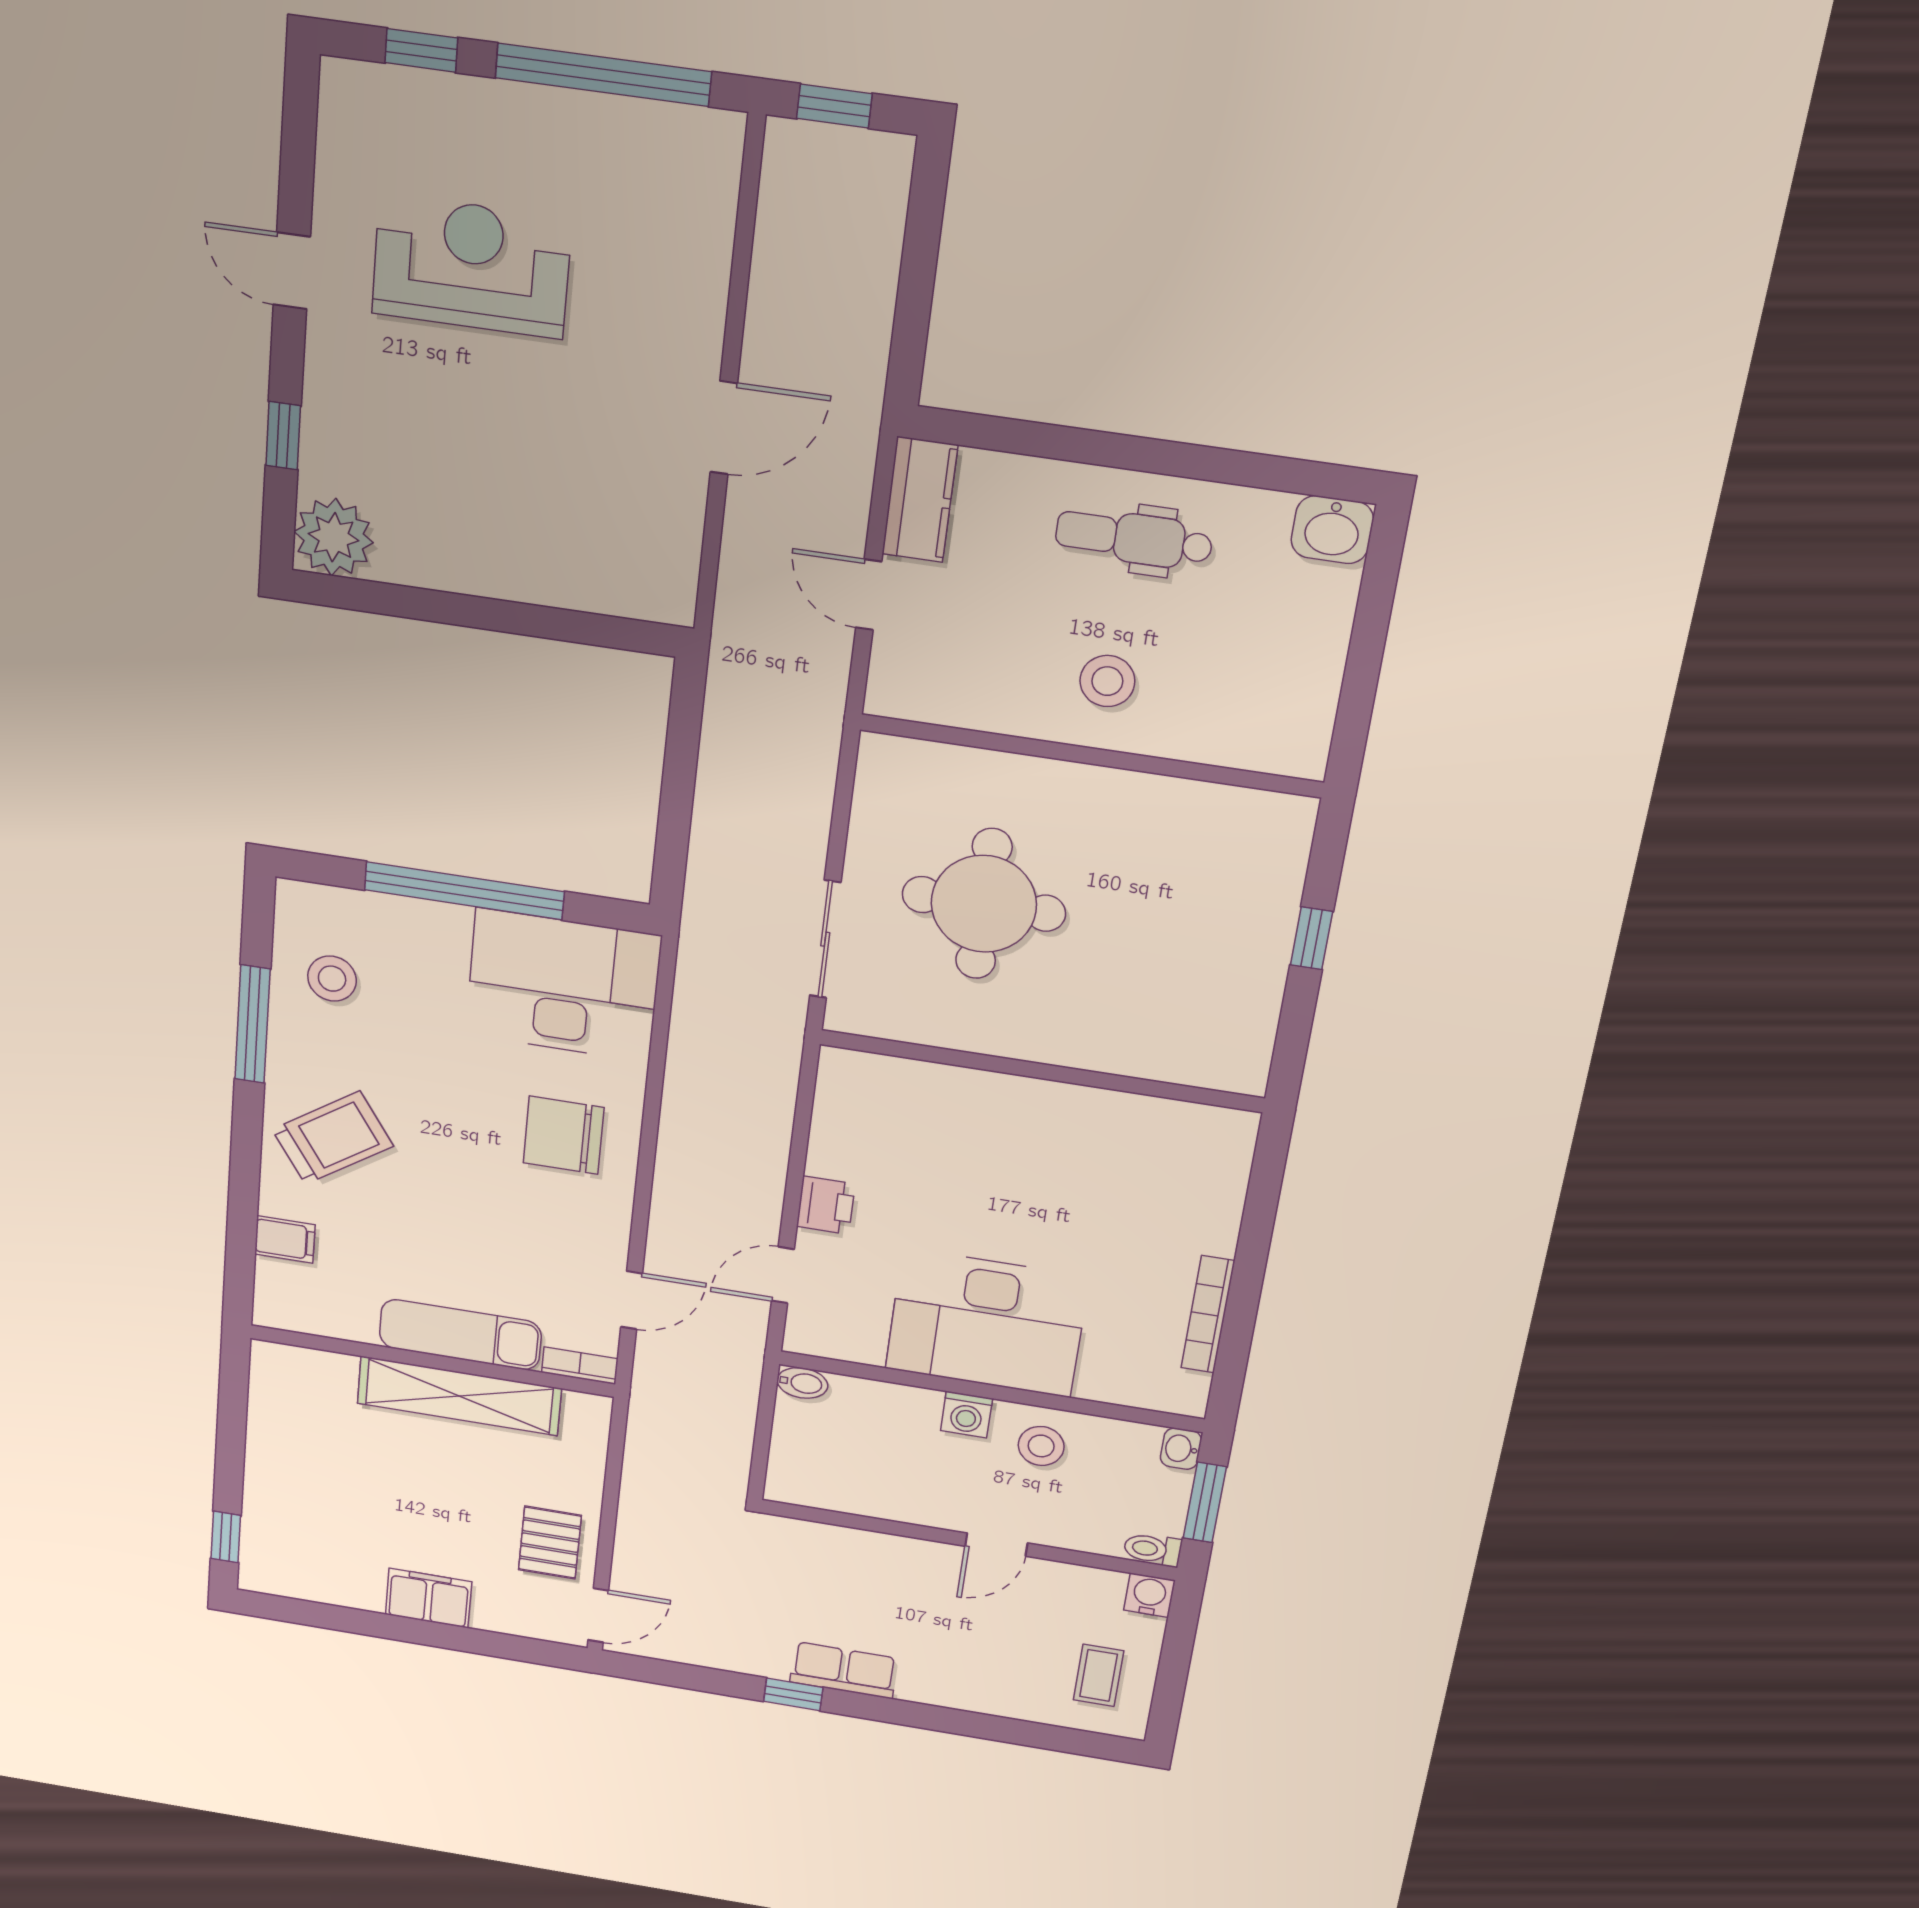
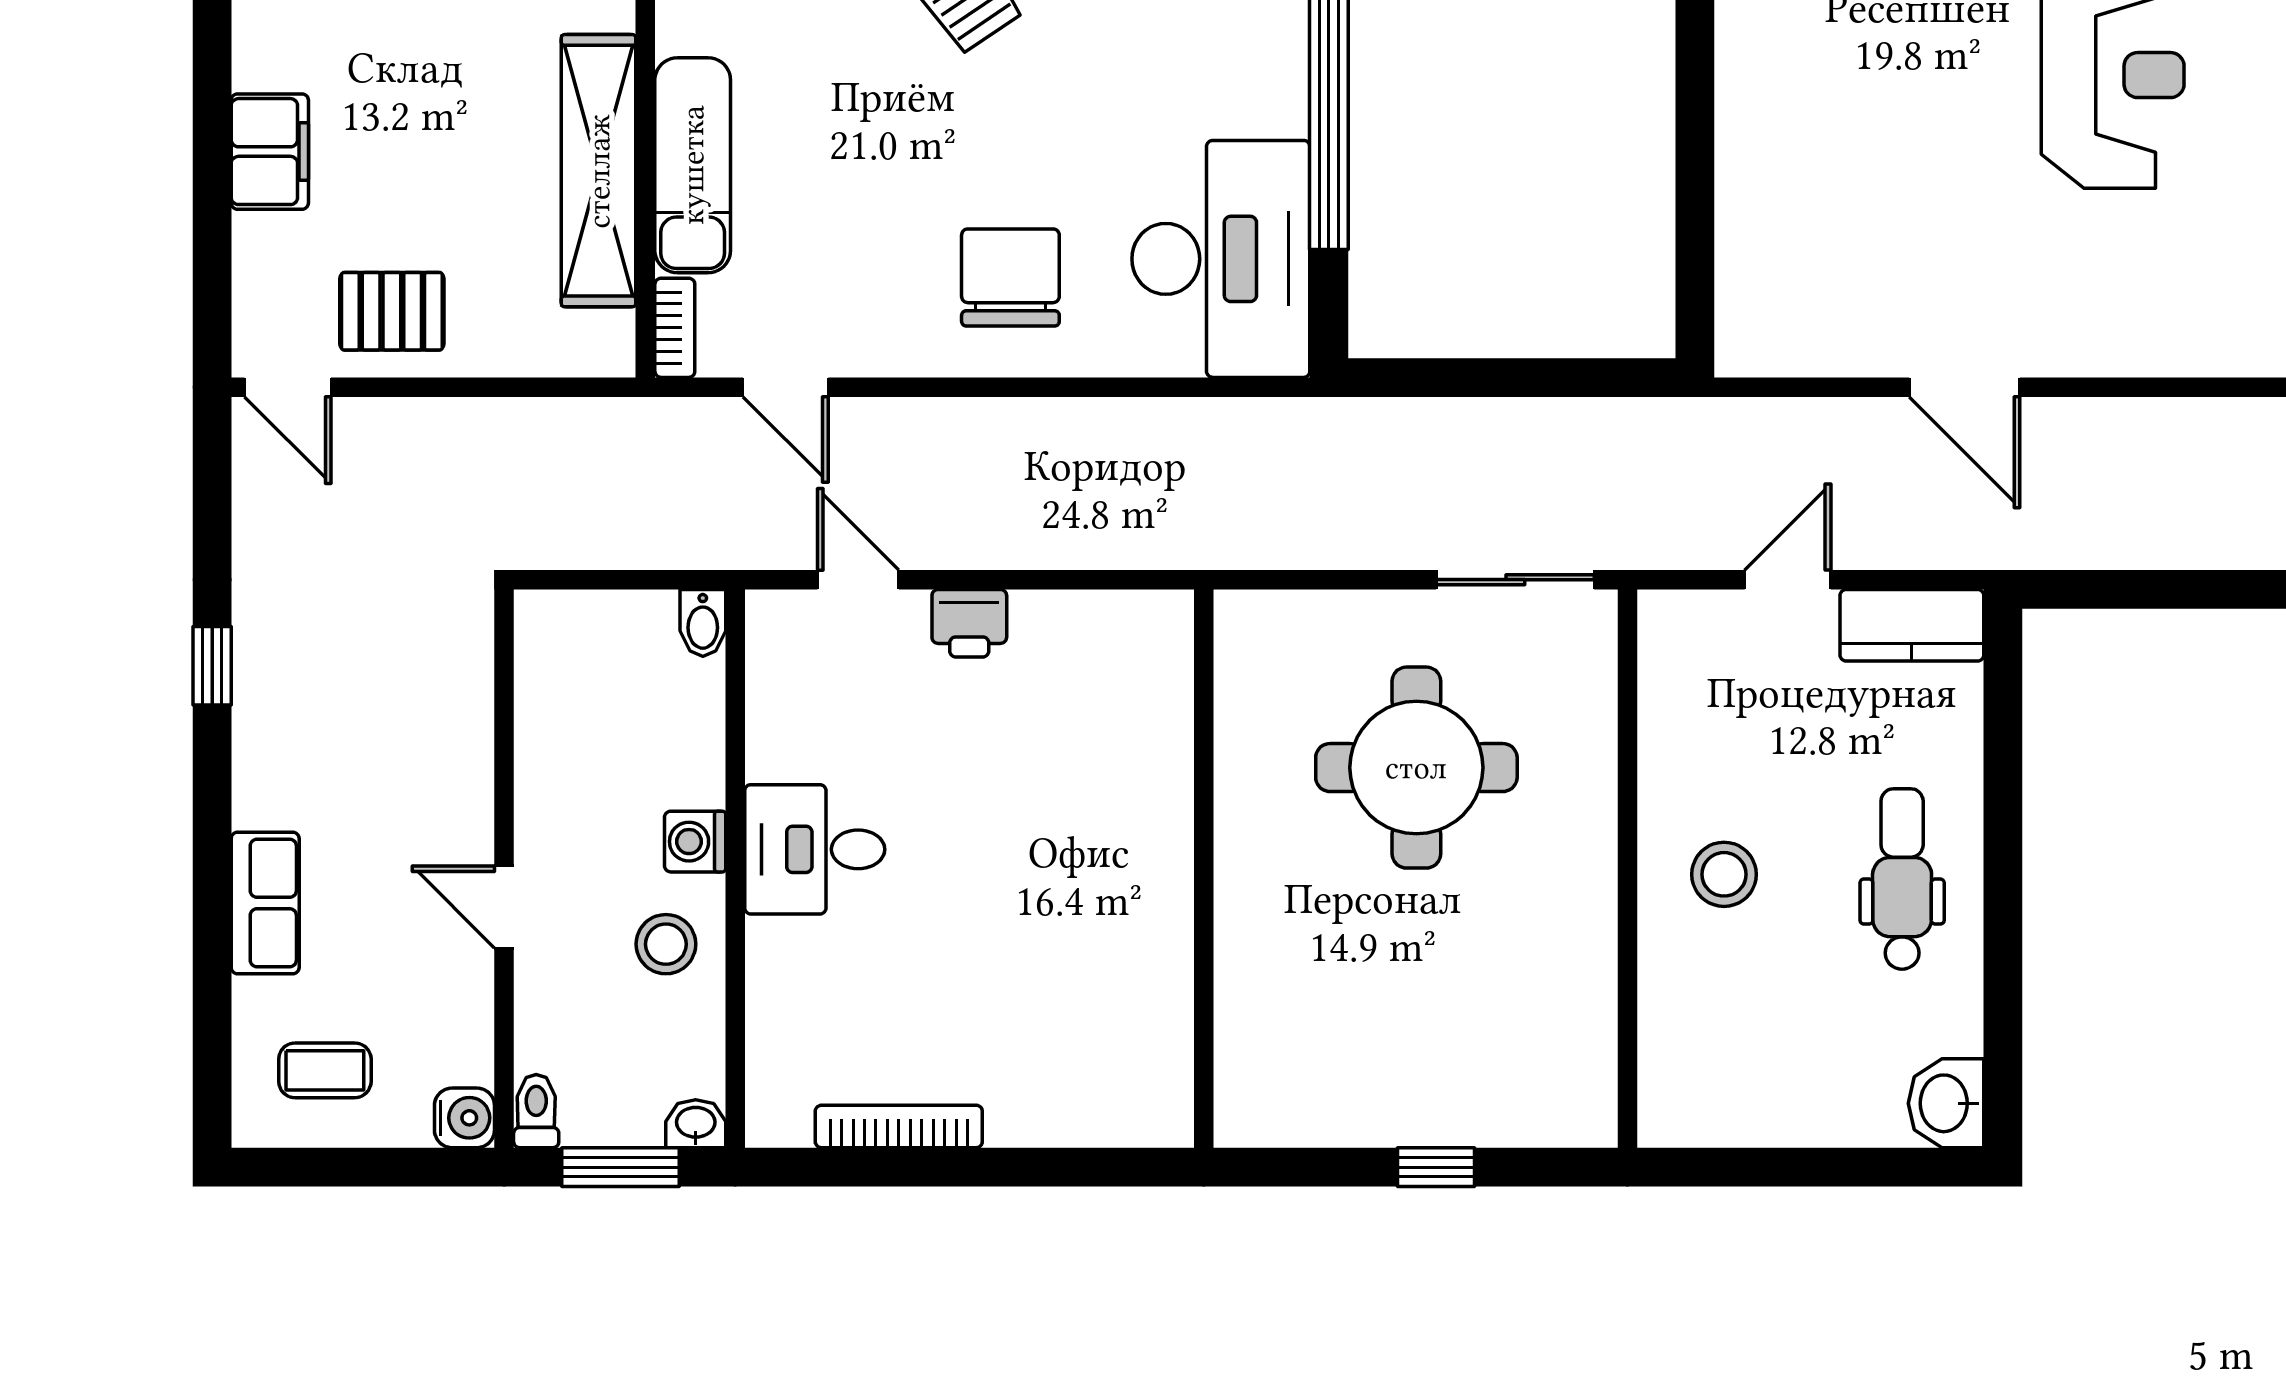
sliding door: (825, 939) -> (1515, 580), moved
desk: (987, 1323) -> (815, 849), width x0.53, depth x0.77
row of seats: (844, 1670) -> (265, 903), moved

